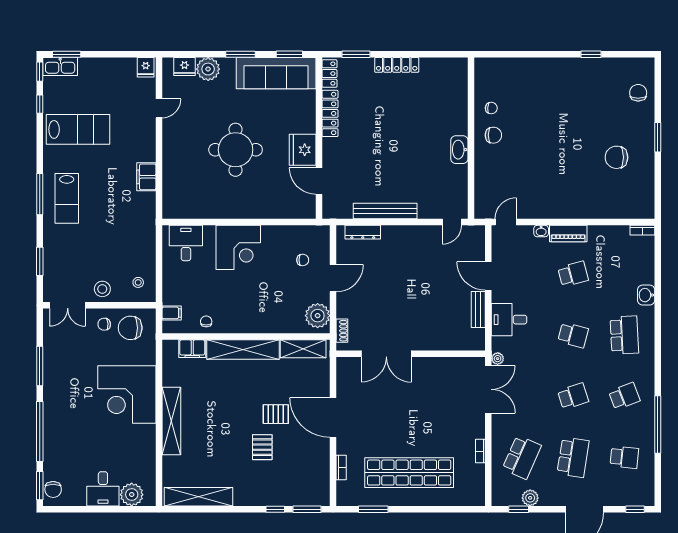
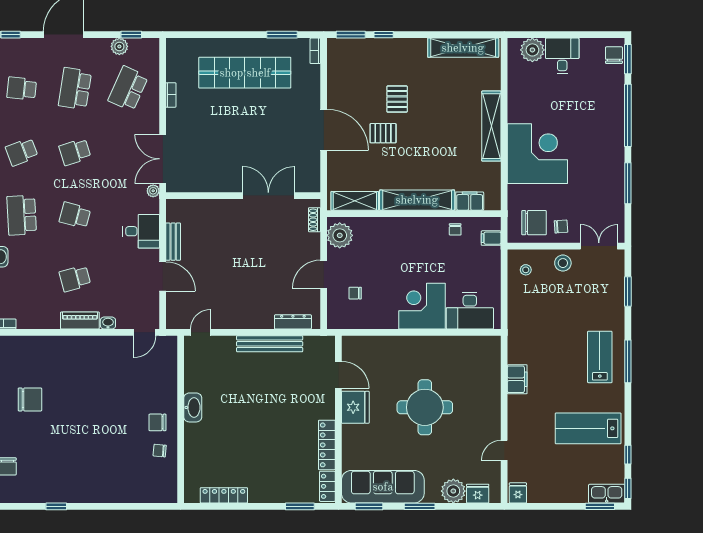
locker: (397, 65) -> (224, 495), moved
desk: (186, 243) -> (470, 311), width x1.37
bookcase: (341, 467) -> (315, 51), moved

